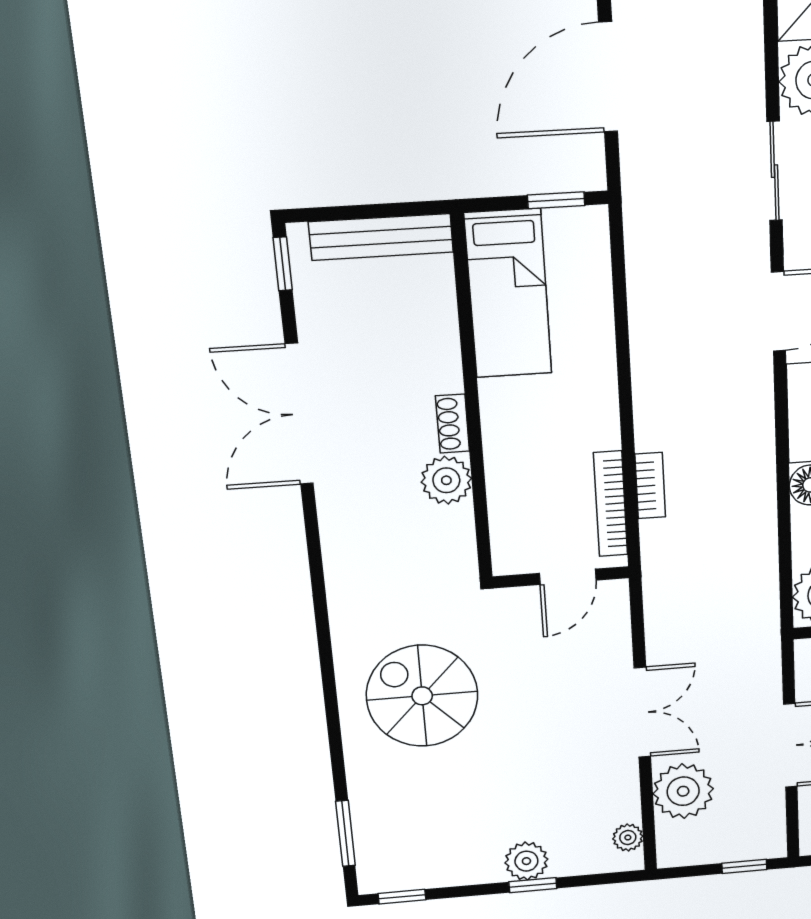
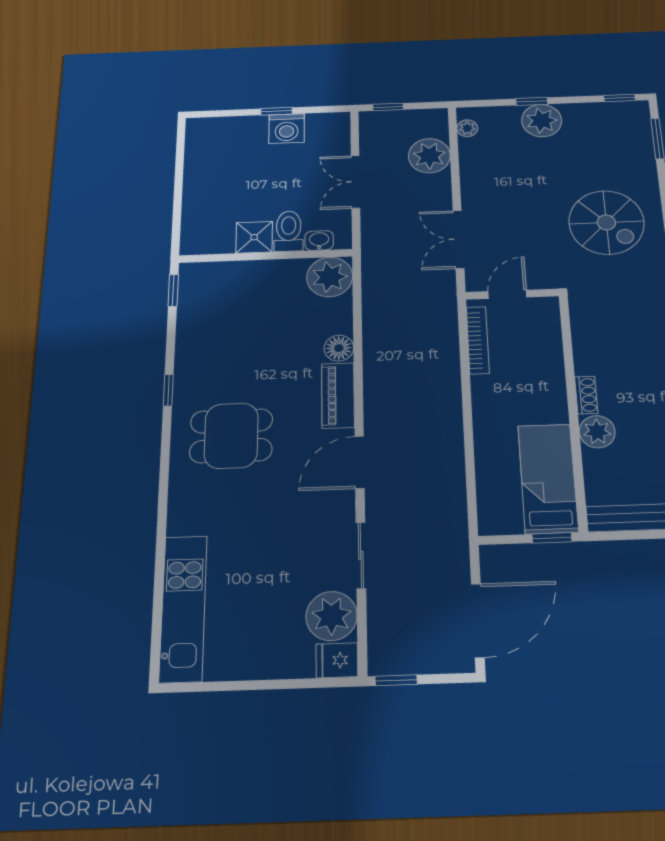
window: (556, 200) -> (552, 538), moved
plant: (446, 480) -> (597, 432), moved
bookcase: (650, 486) -> (450, 351), removed
double door: (642, 712) -> (458, 239), moved
plant: (526, 861) -> (542, 121), width x1.36, depth x1.36

